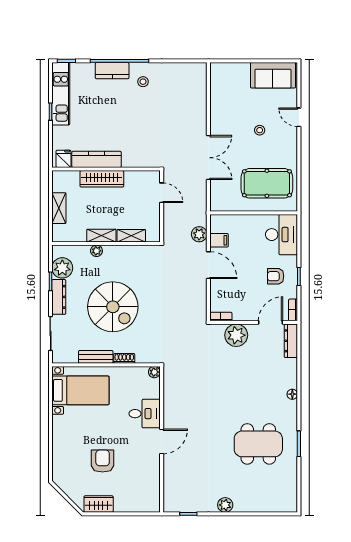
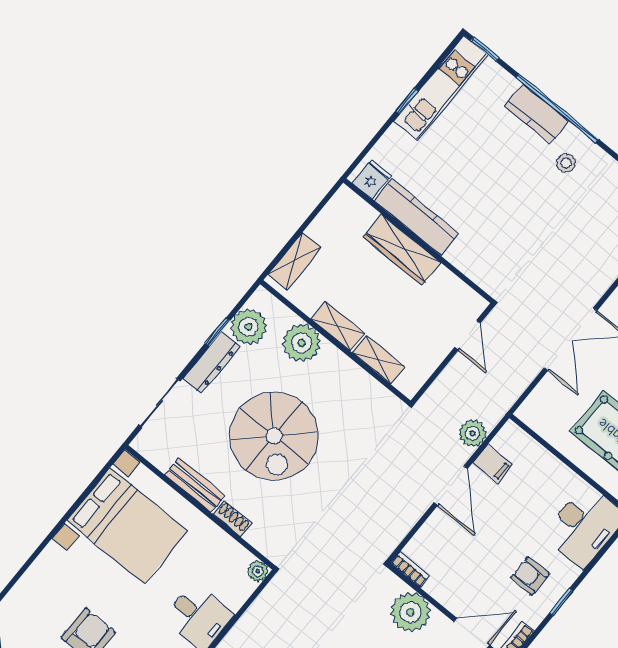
shelving: (59, 208) -> (295, 261), moved
plant: (96, 251) -> (302, 343), width x1.87, depth x1.87
bed with nightstands: (80, 390) -> (127, 526), width x1.36

